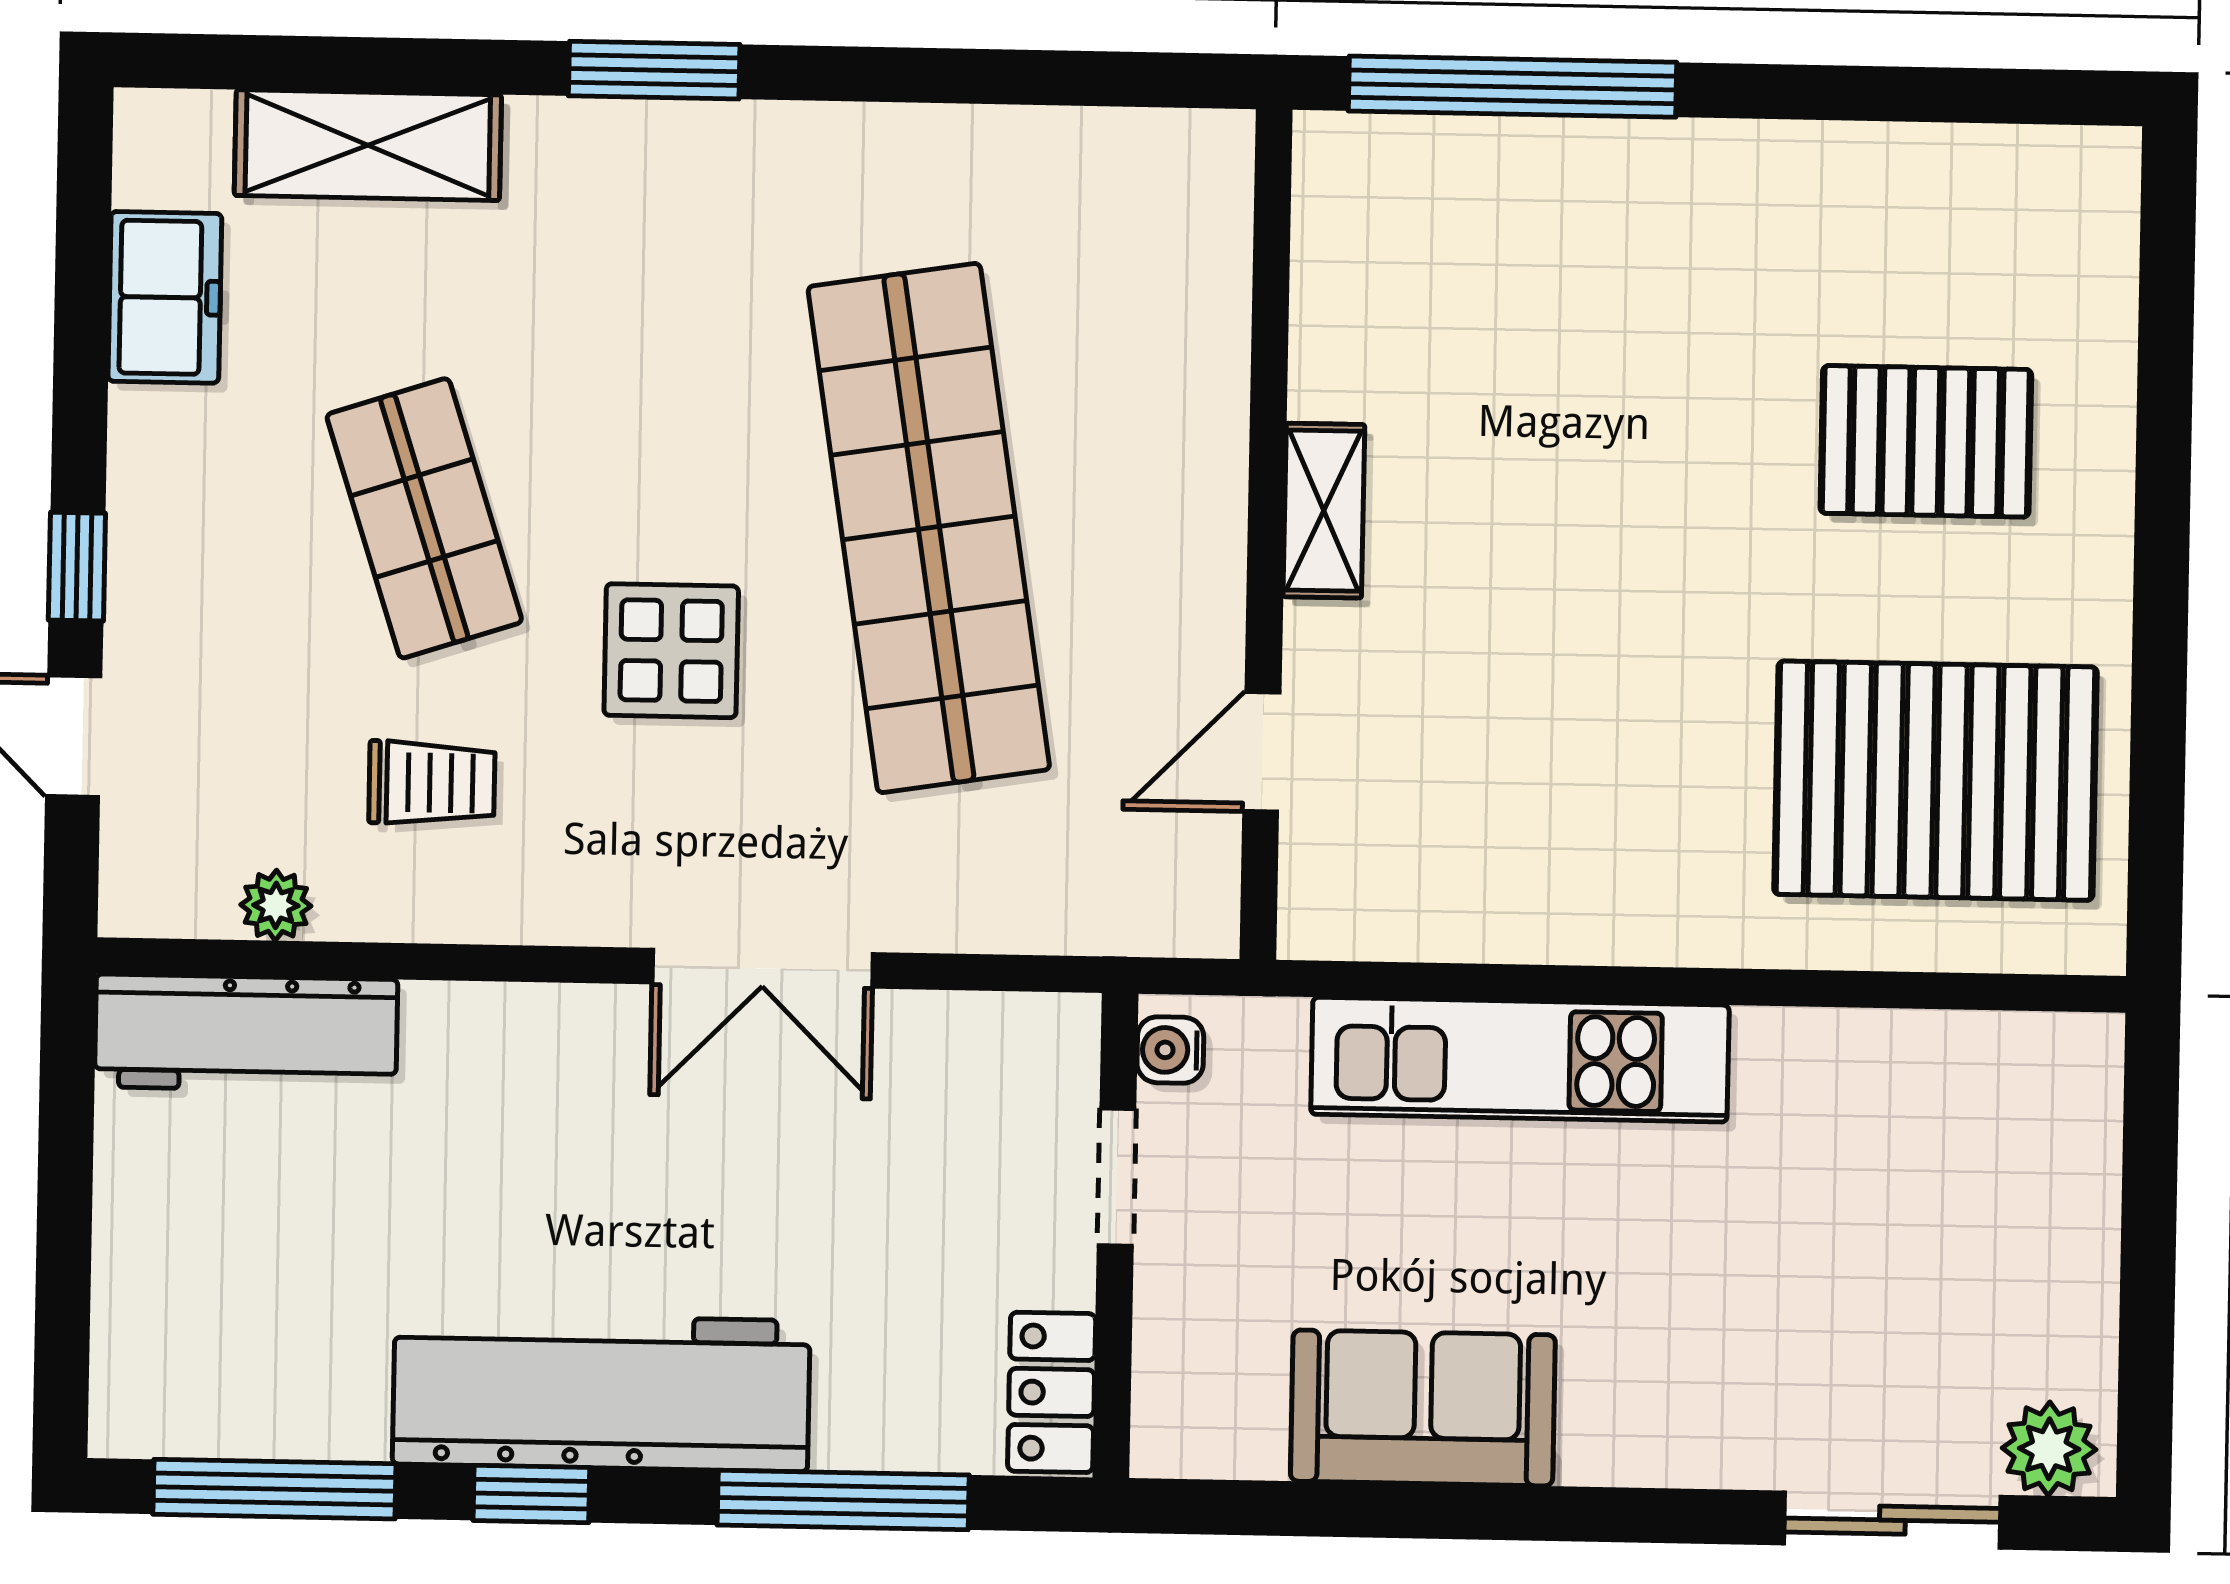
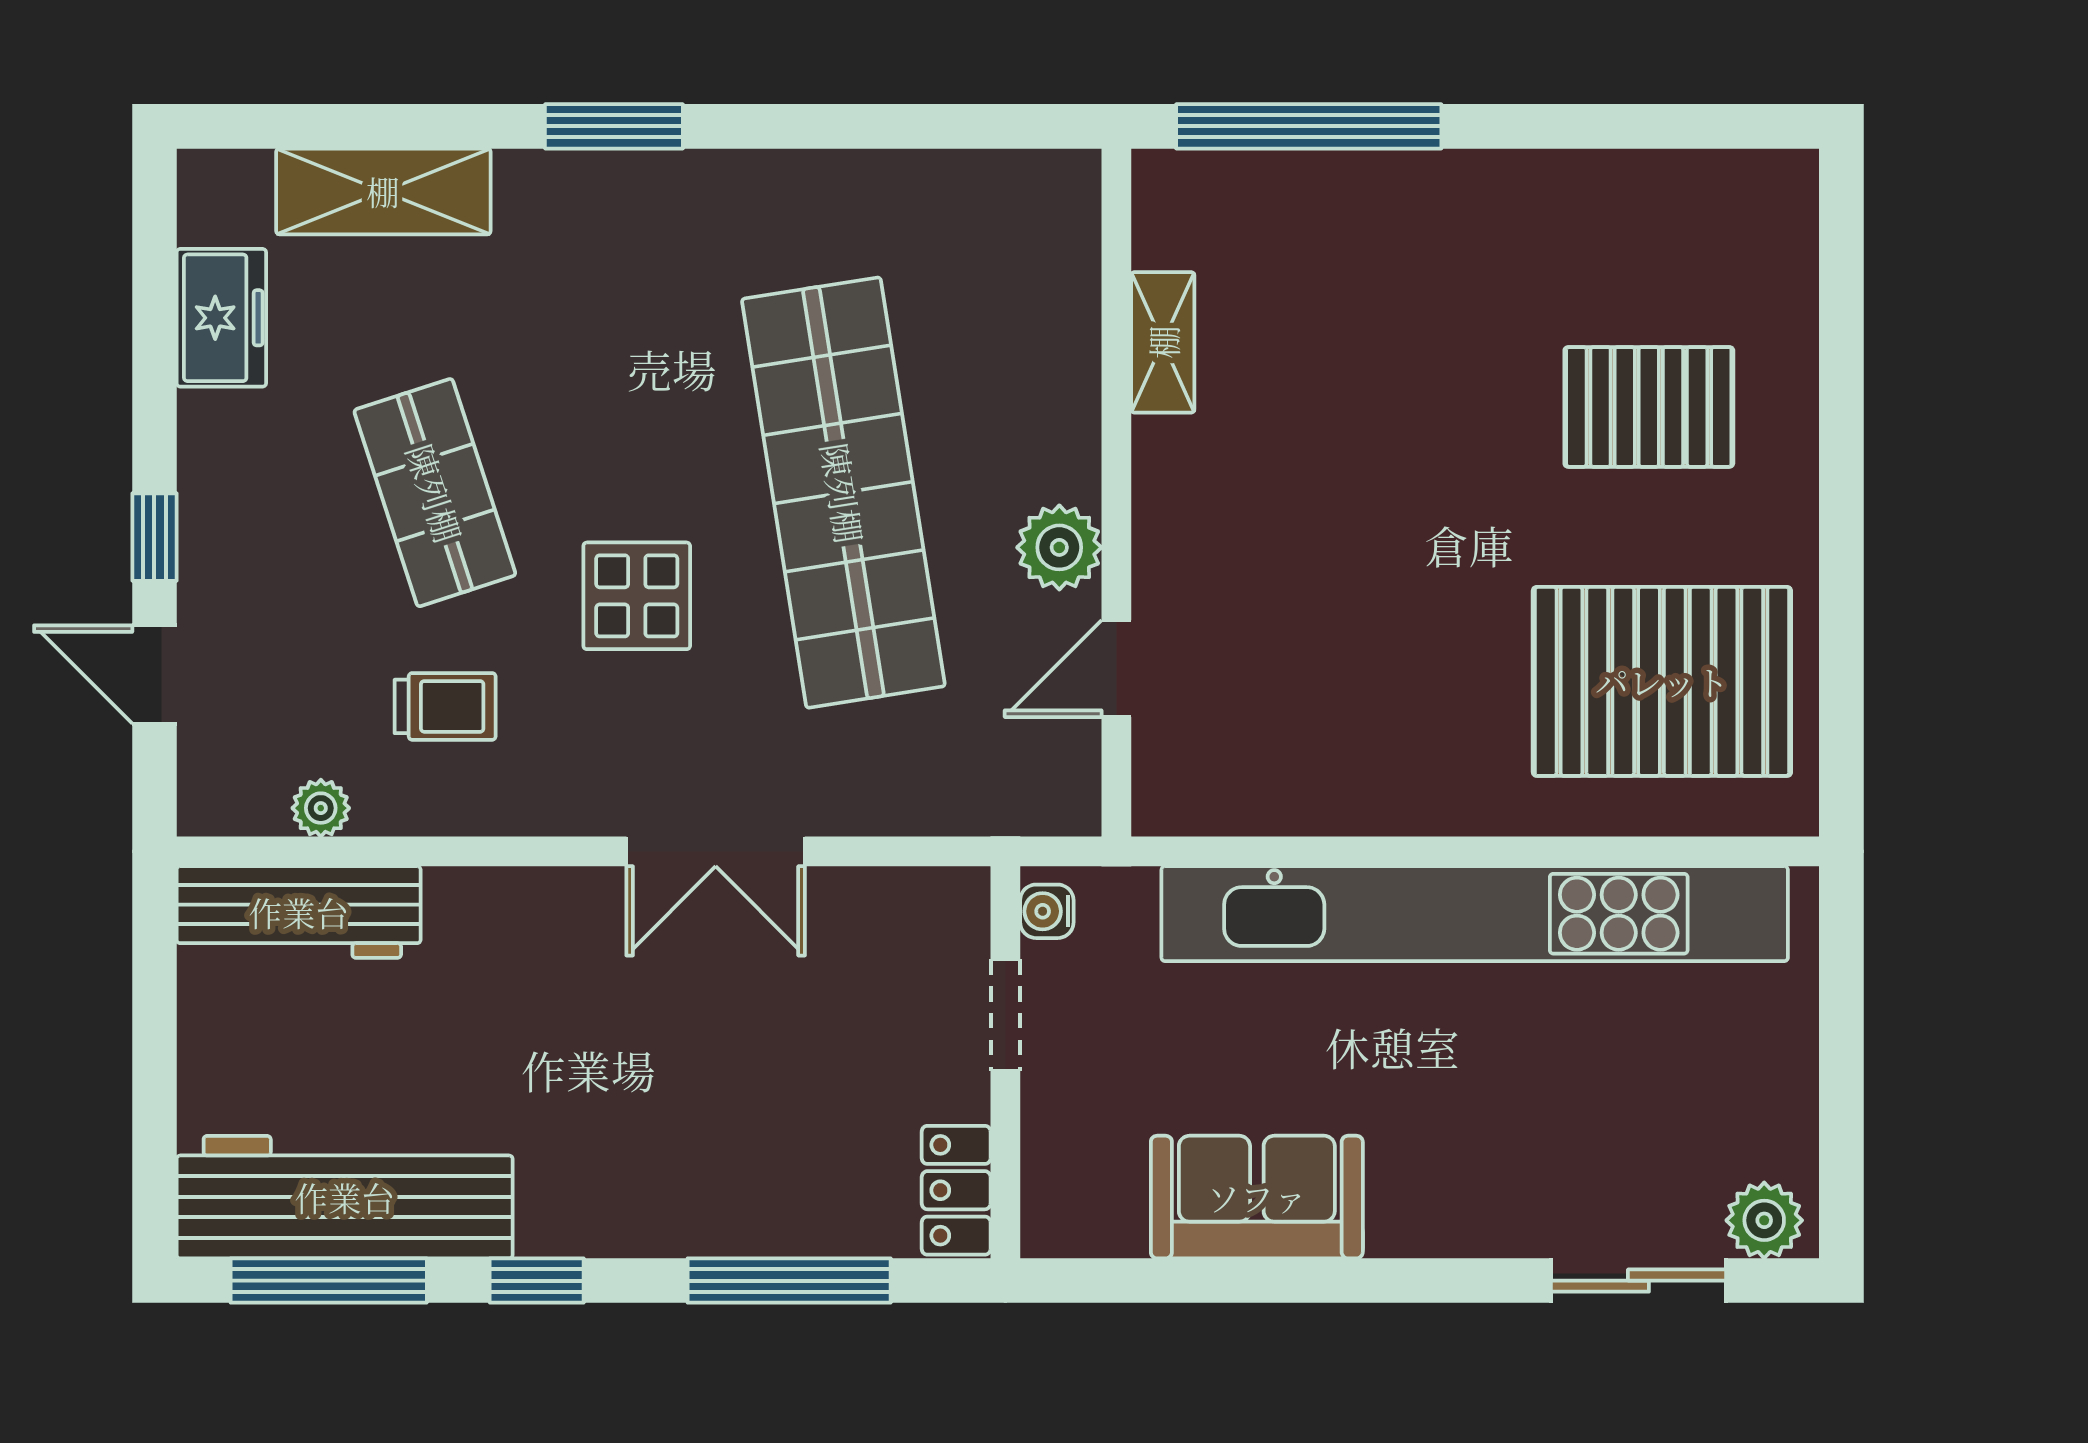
shelving: (1324, 511) -> (1163, 342), moved
plant: (1194, 601) -> (1059, 547), added
kitchen unit: (1520, 1060) -> (1475, 914), width x1.86
workbench: (601, 1392) -> (345, 1197), moved

